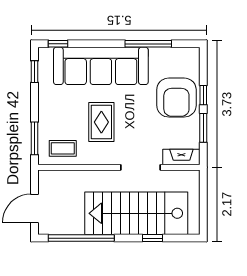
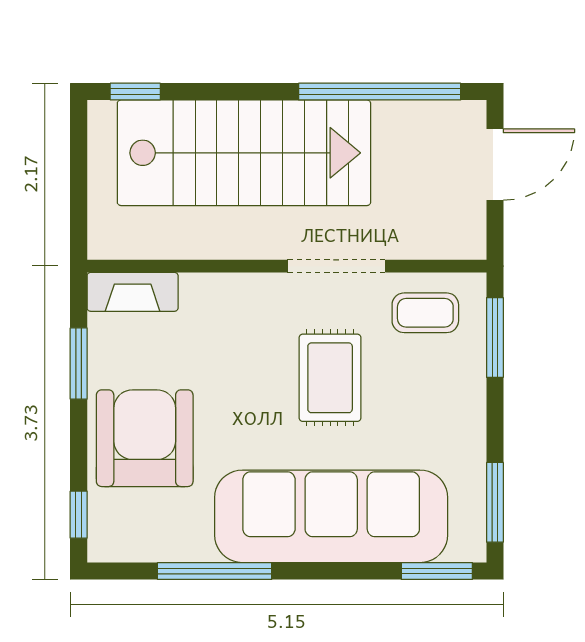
window: (58, 44) -> (437, 571), width x1.50
window: (35, 72) -> (495, 502), width x1.50
window: (203, 95) -> (79, 515), moved
doorway: (140, 167) -> (336, 266), moved
window: (153, 238) -> (135, 92), moved

